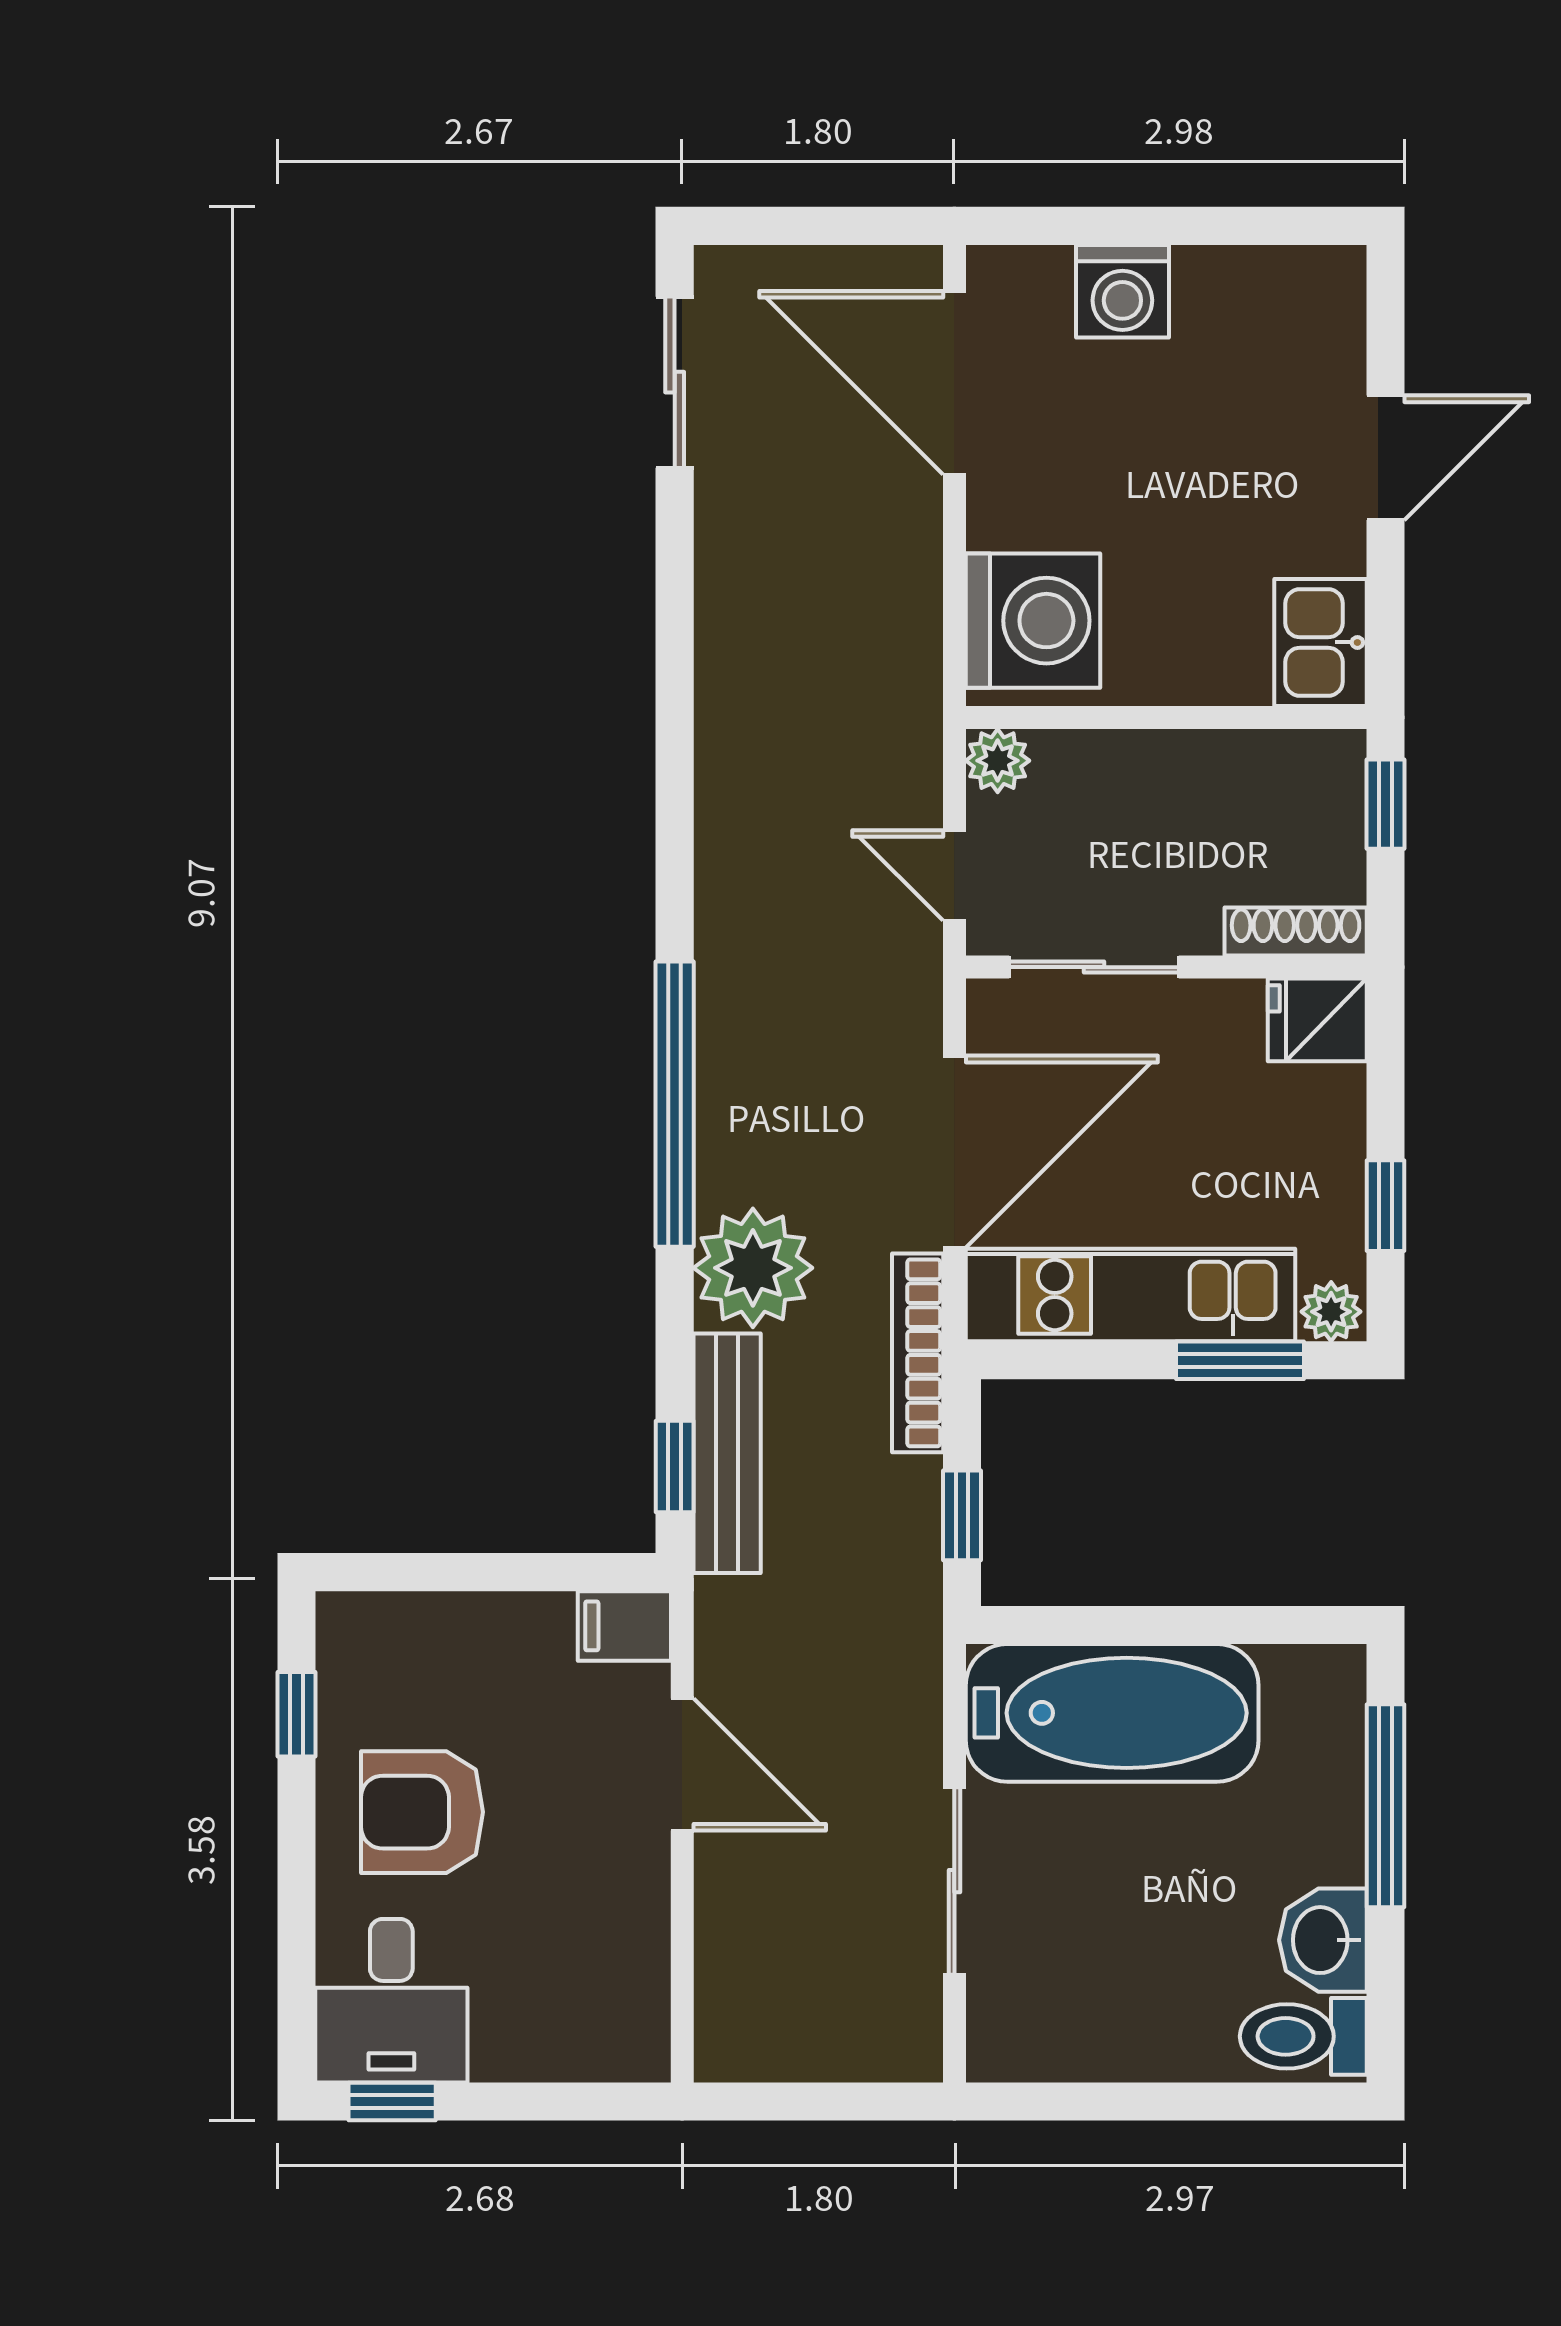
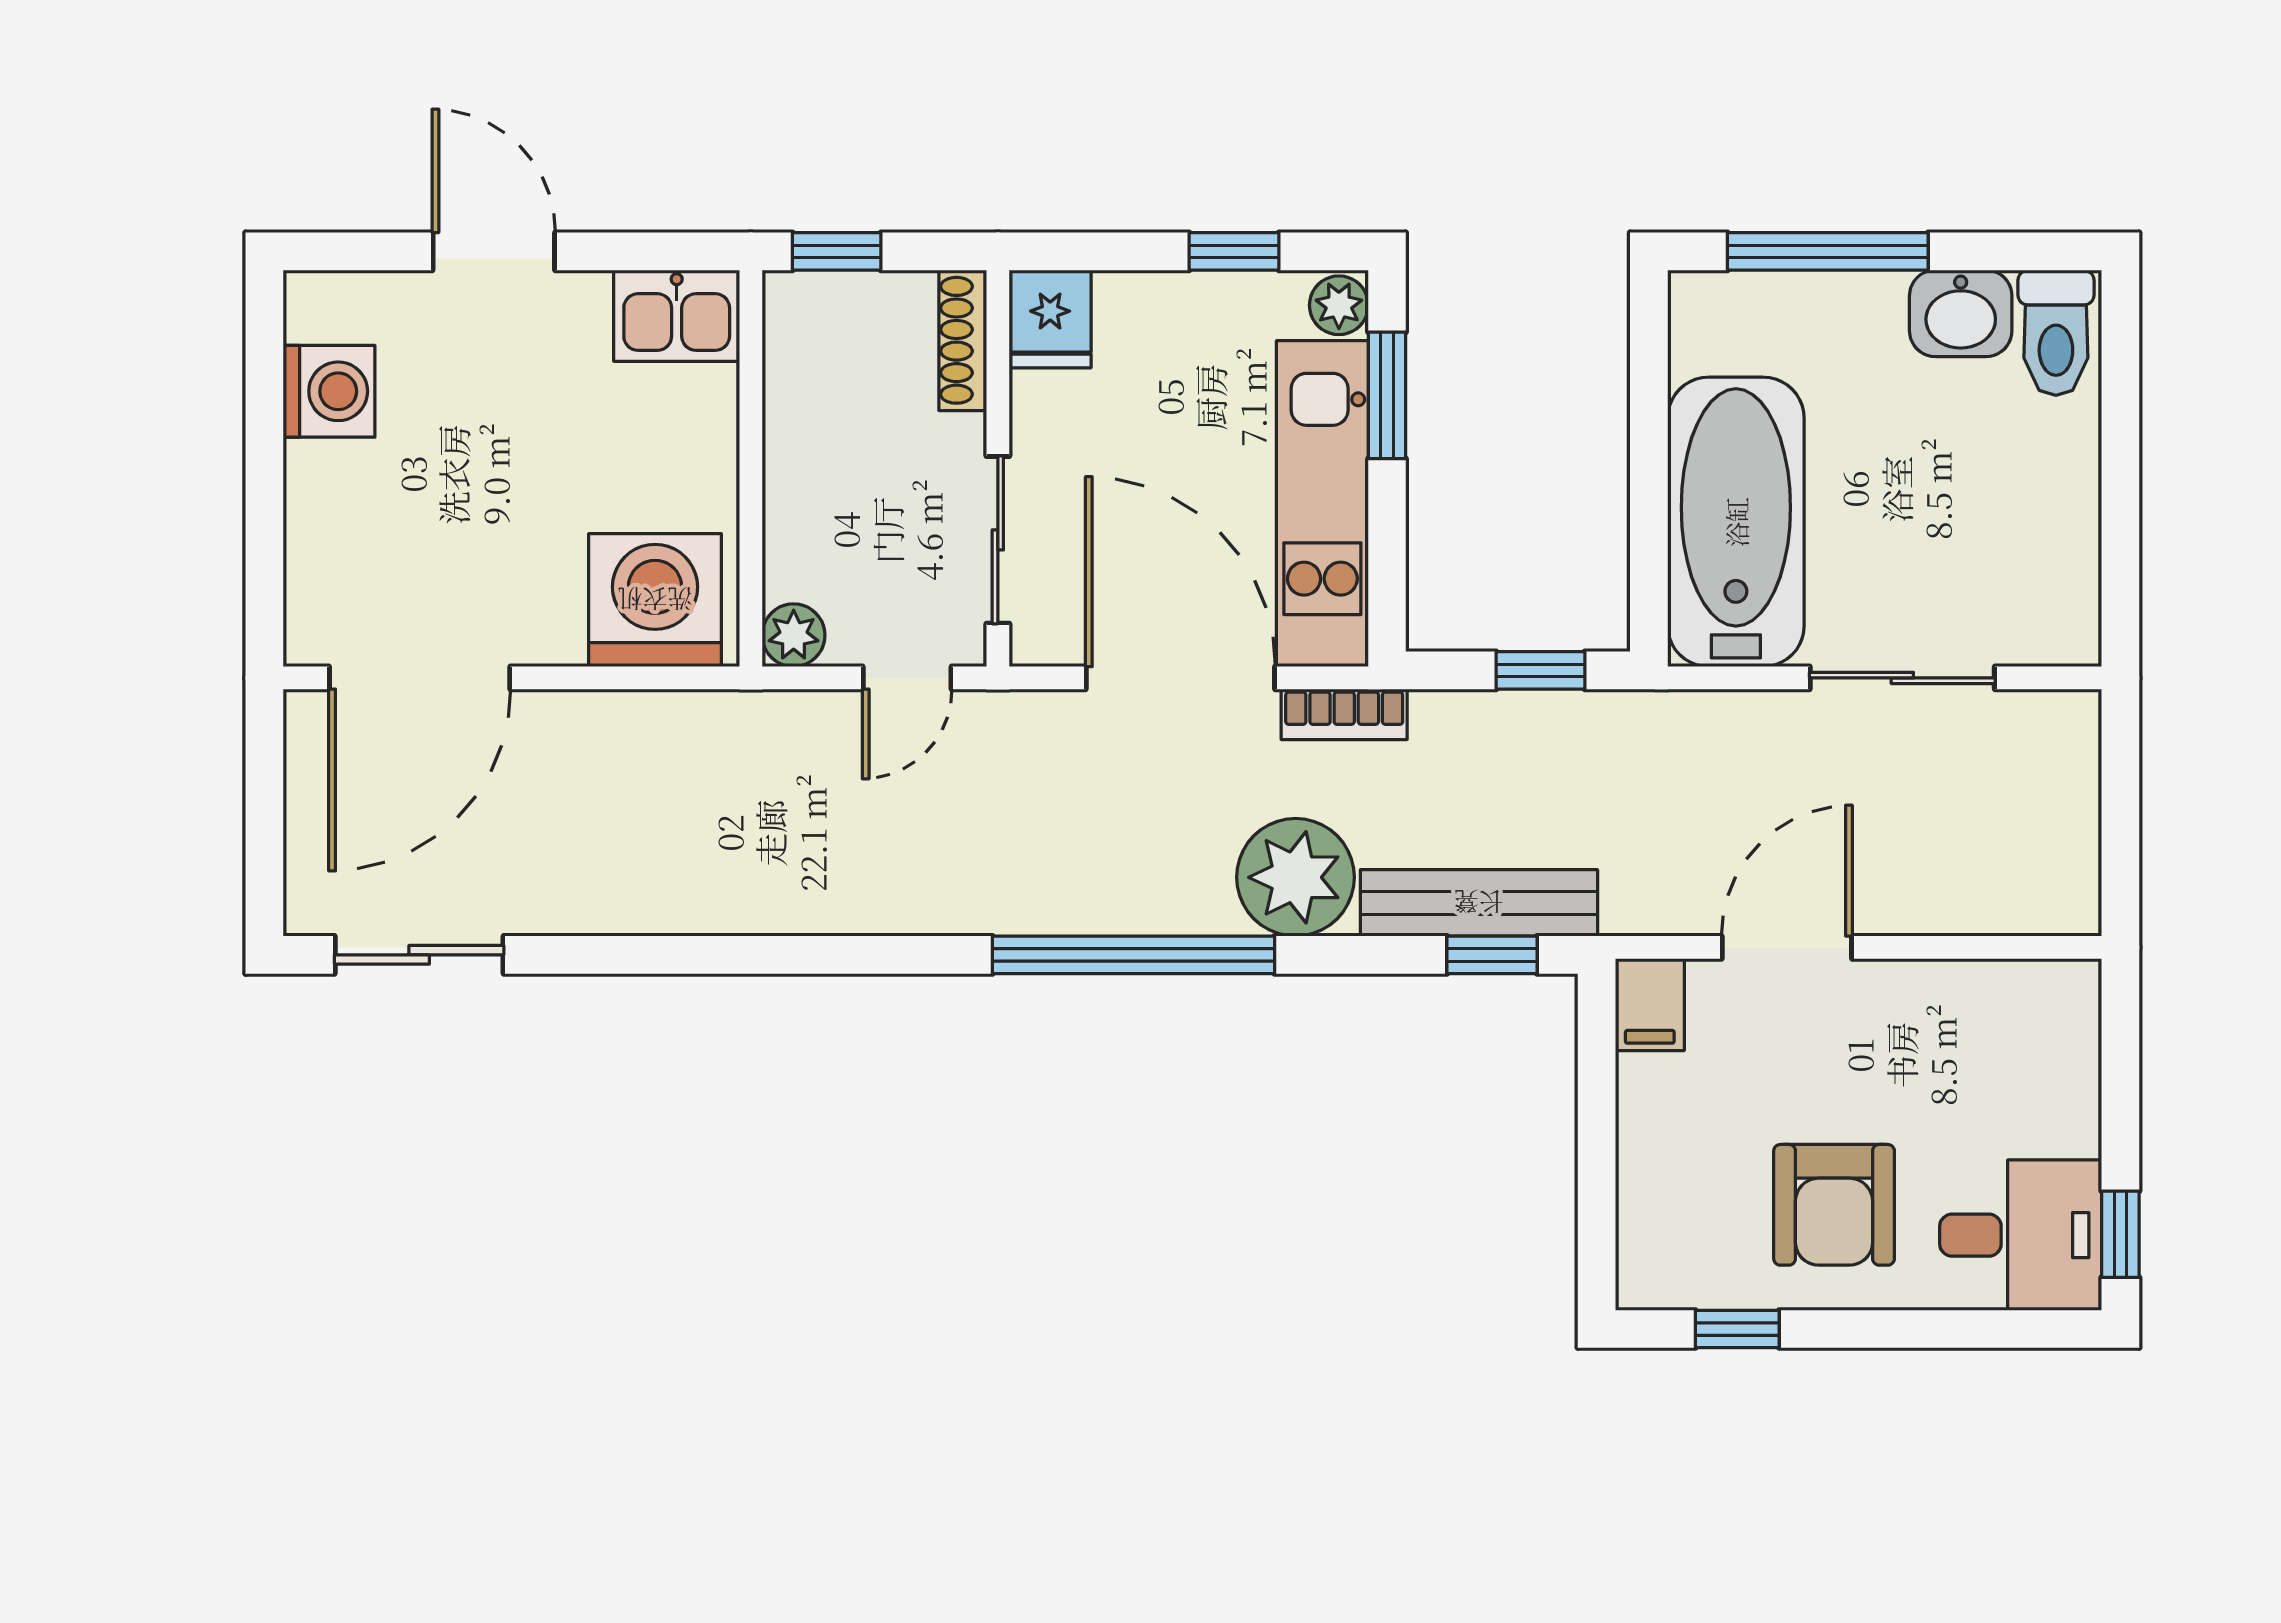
washing machine: (1122, 291) -> (329, 391), moved
bookcase: (918, 1353) -> (1344, 714), width x0.64

